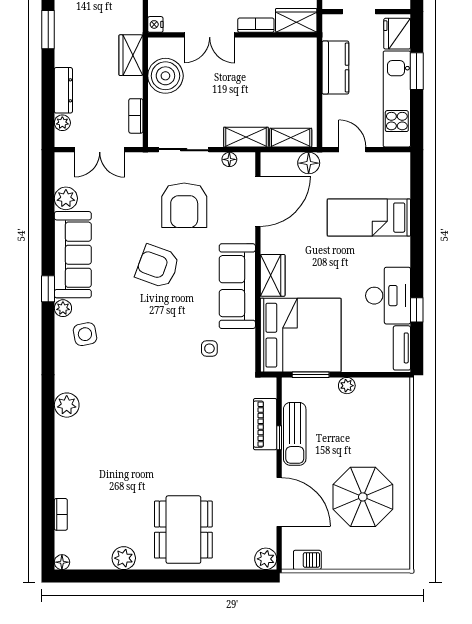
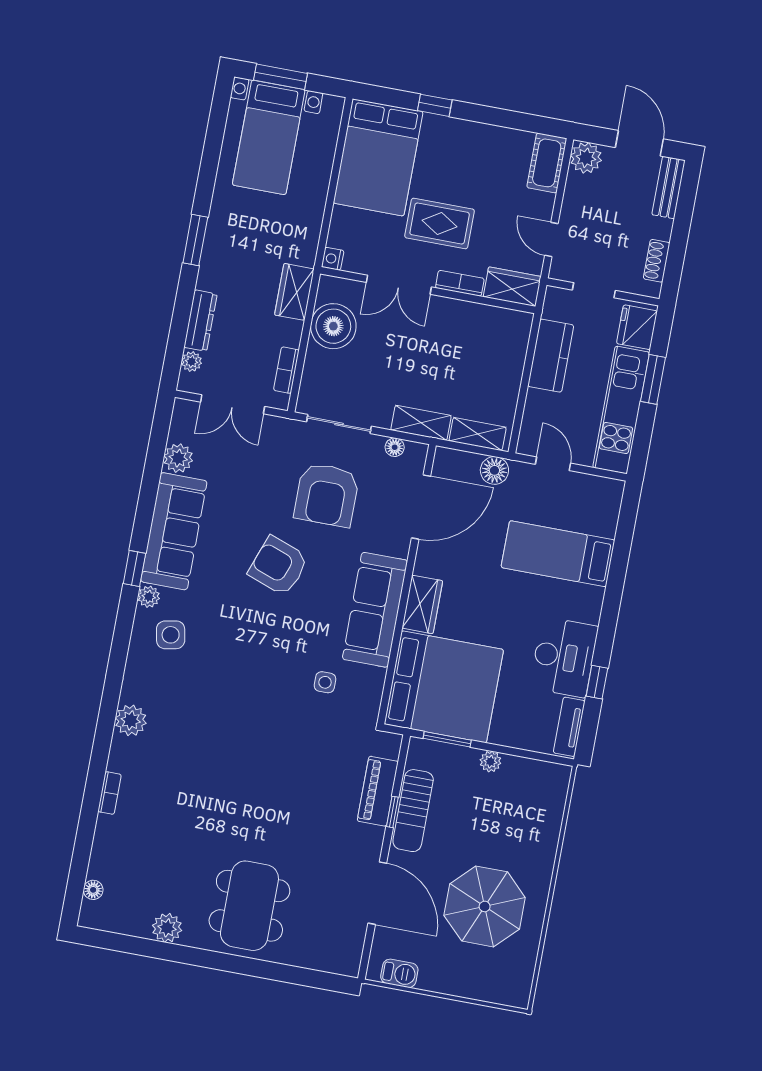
bookcase: (61, 514) -> (110, 793), moved
plant: (266, 559) -> (347, 962), removed
floor lamp: (62, 562) -> (93, 890), moved

